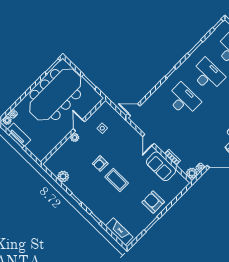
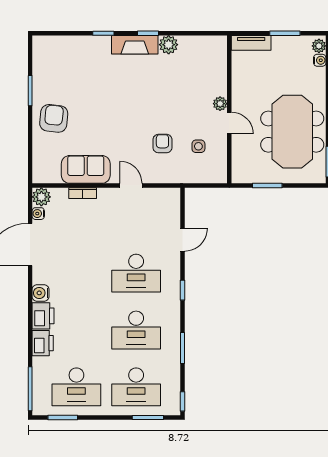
meeting table: (55, 95) -> (292, 132), width x0.73
door: (134, 110) -> (182, 240), moved
tv unit: (19, 135) -> (251, 43), moved
armchair: (100, 164) -> (162, 144), moved
plant: (63, 176) -> (169, 45), moved
coffee table: (117, 180) -> (122, 102), removed
armchair: (153, 202) -> (54, 118), turned -84
fireplace: (119, 232) -> (135, 45), moved

